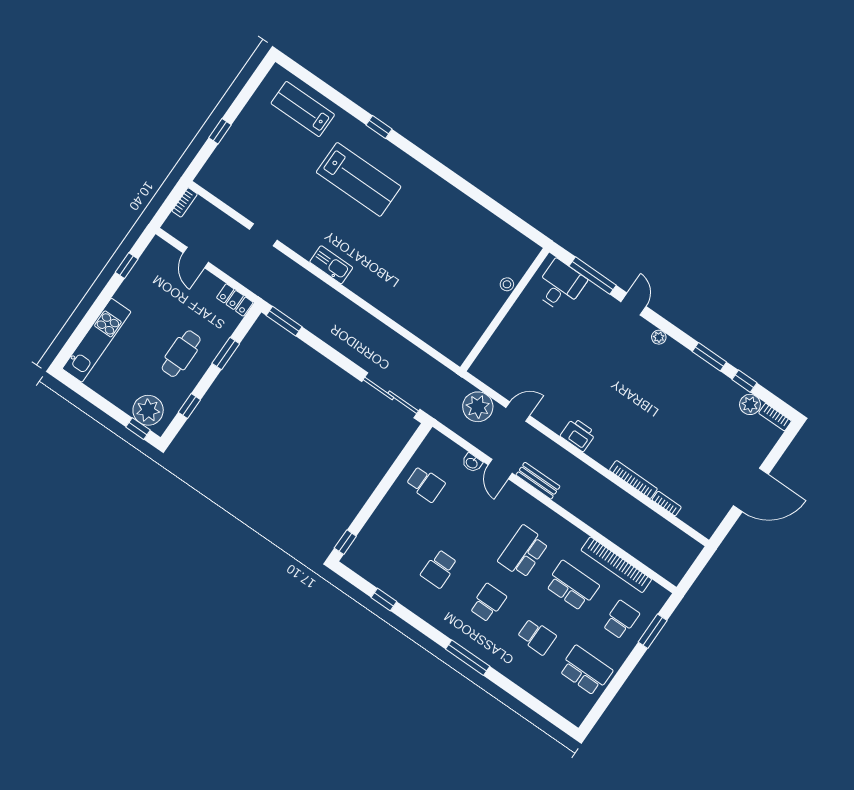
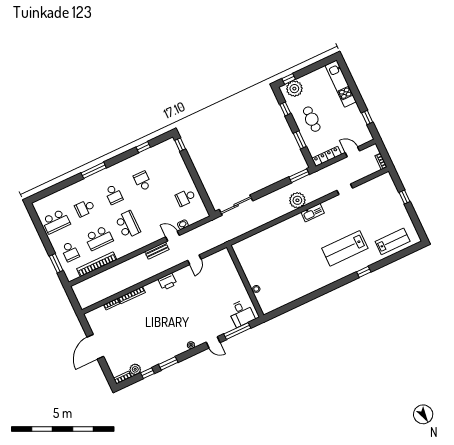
locker: (235, 300) -> (327, 156), width x1.53
plant: (478, 407) -> (297, 200), moved

